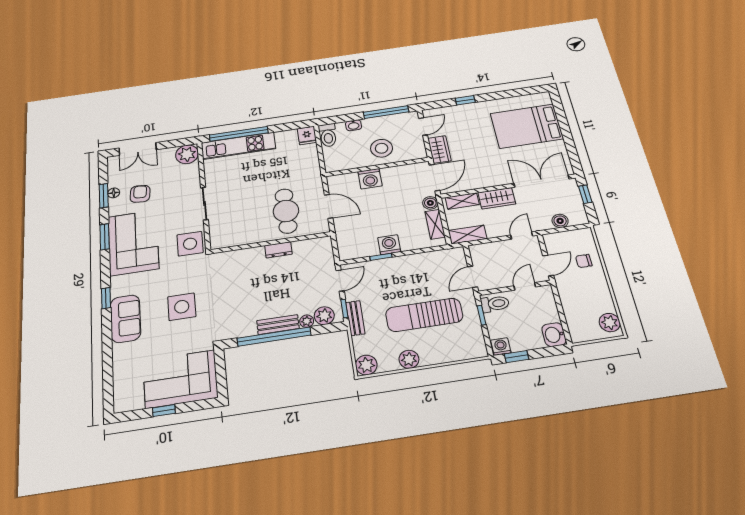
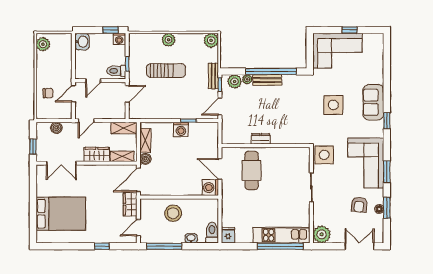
washing machine: (370, 179) -> (210, 188), moved, turned -90
double door: (541, 181) -> (61, 163), width x0.73
sun lounger: (424, 315) -> (166, 71), width x0.73, depth x0.75
plant: (409, 359) -> (169, 40), moved

